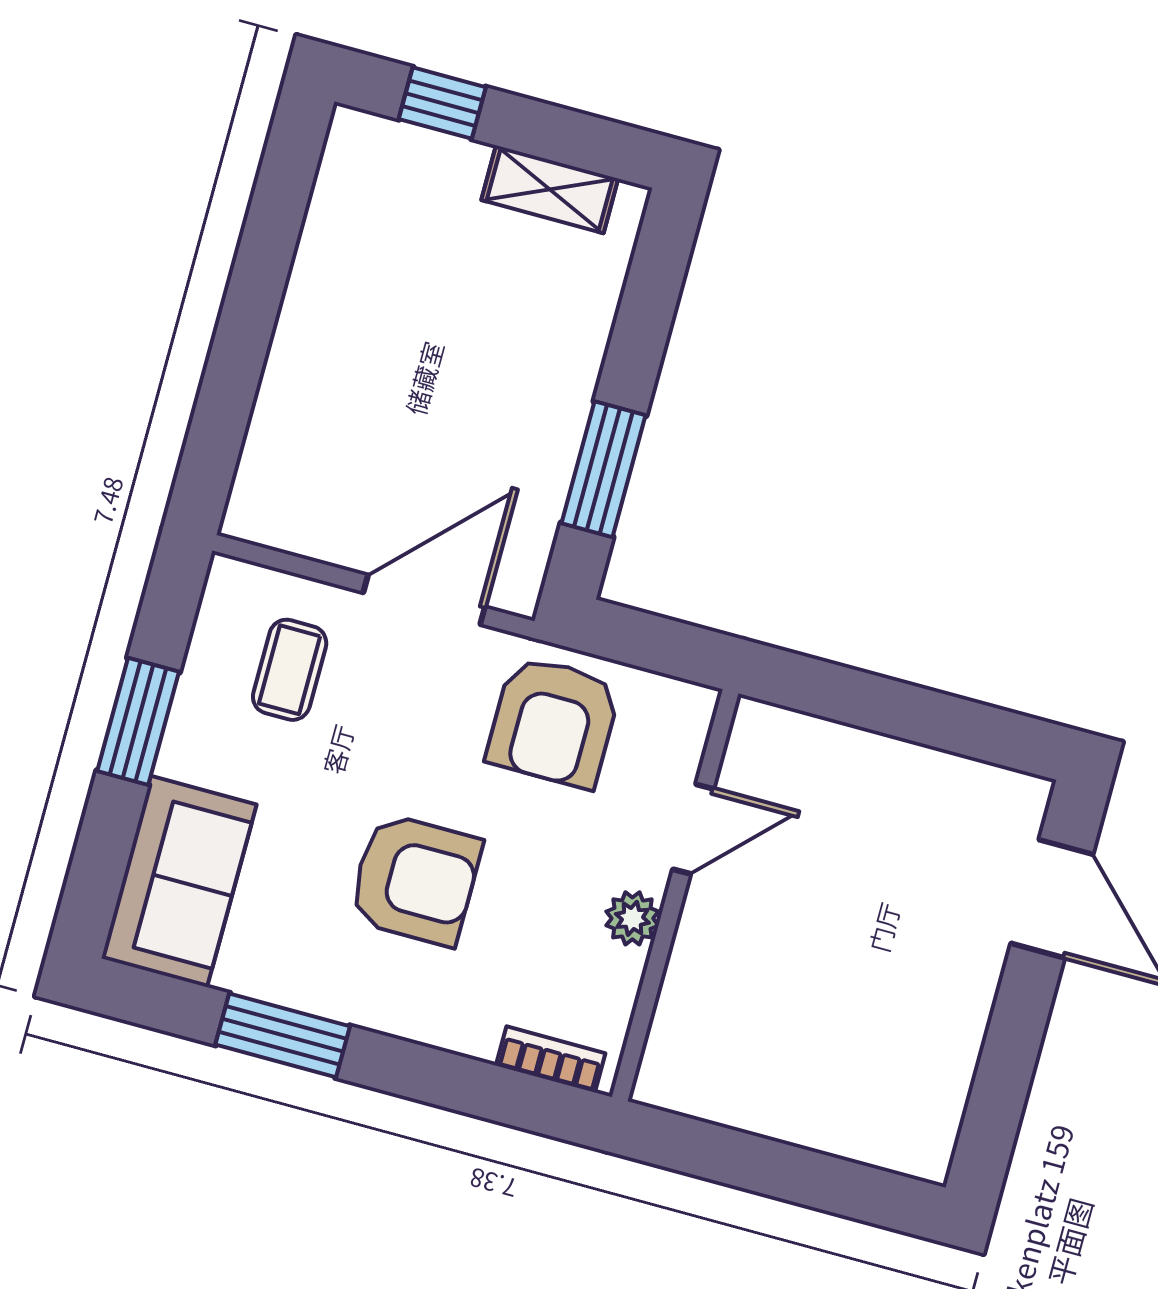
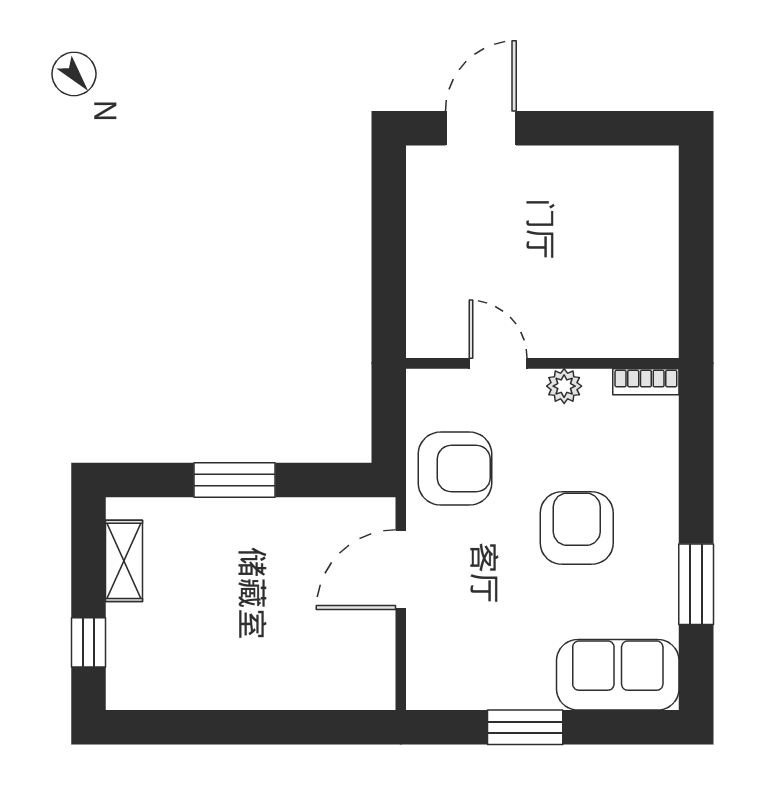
window: (604, 469) -> (235, 480), moved
door: (424, 600) -> (401, 570), hinge flipped
coffee table: (290, 670) -> (467, 642), removed
bookcase: (551, 1059) -> (646, 382), moved, turned -90

